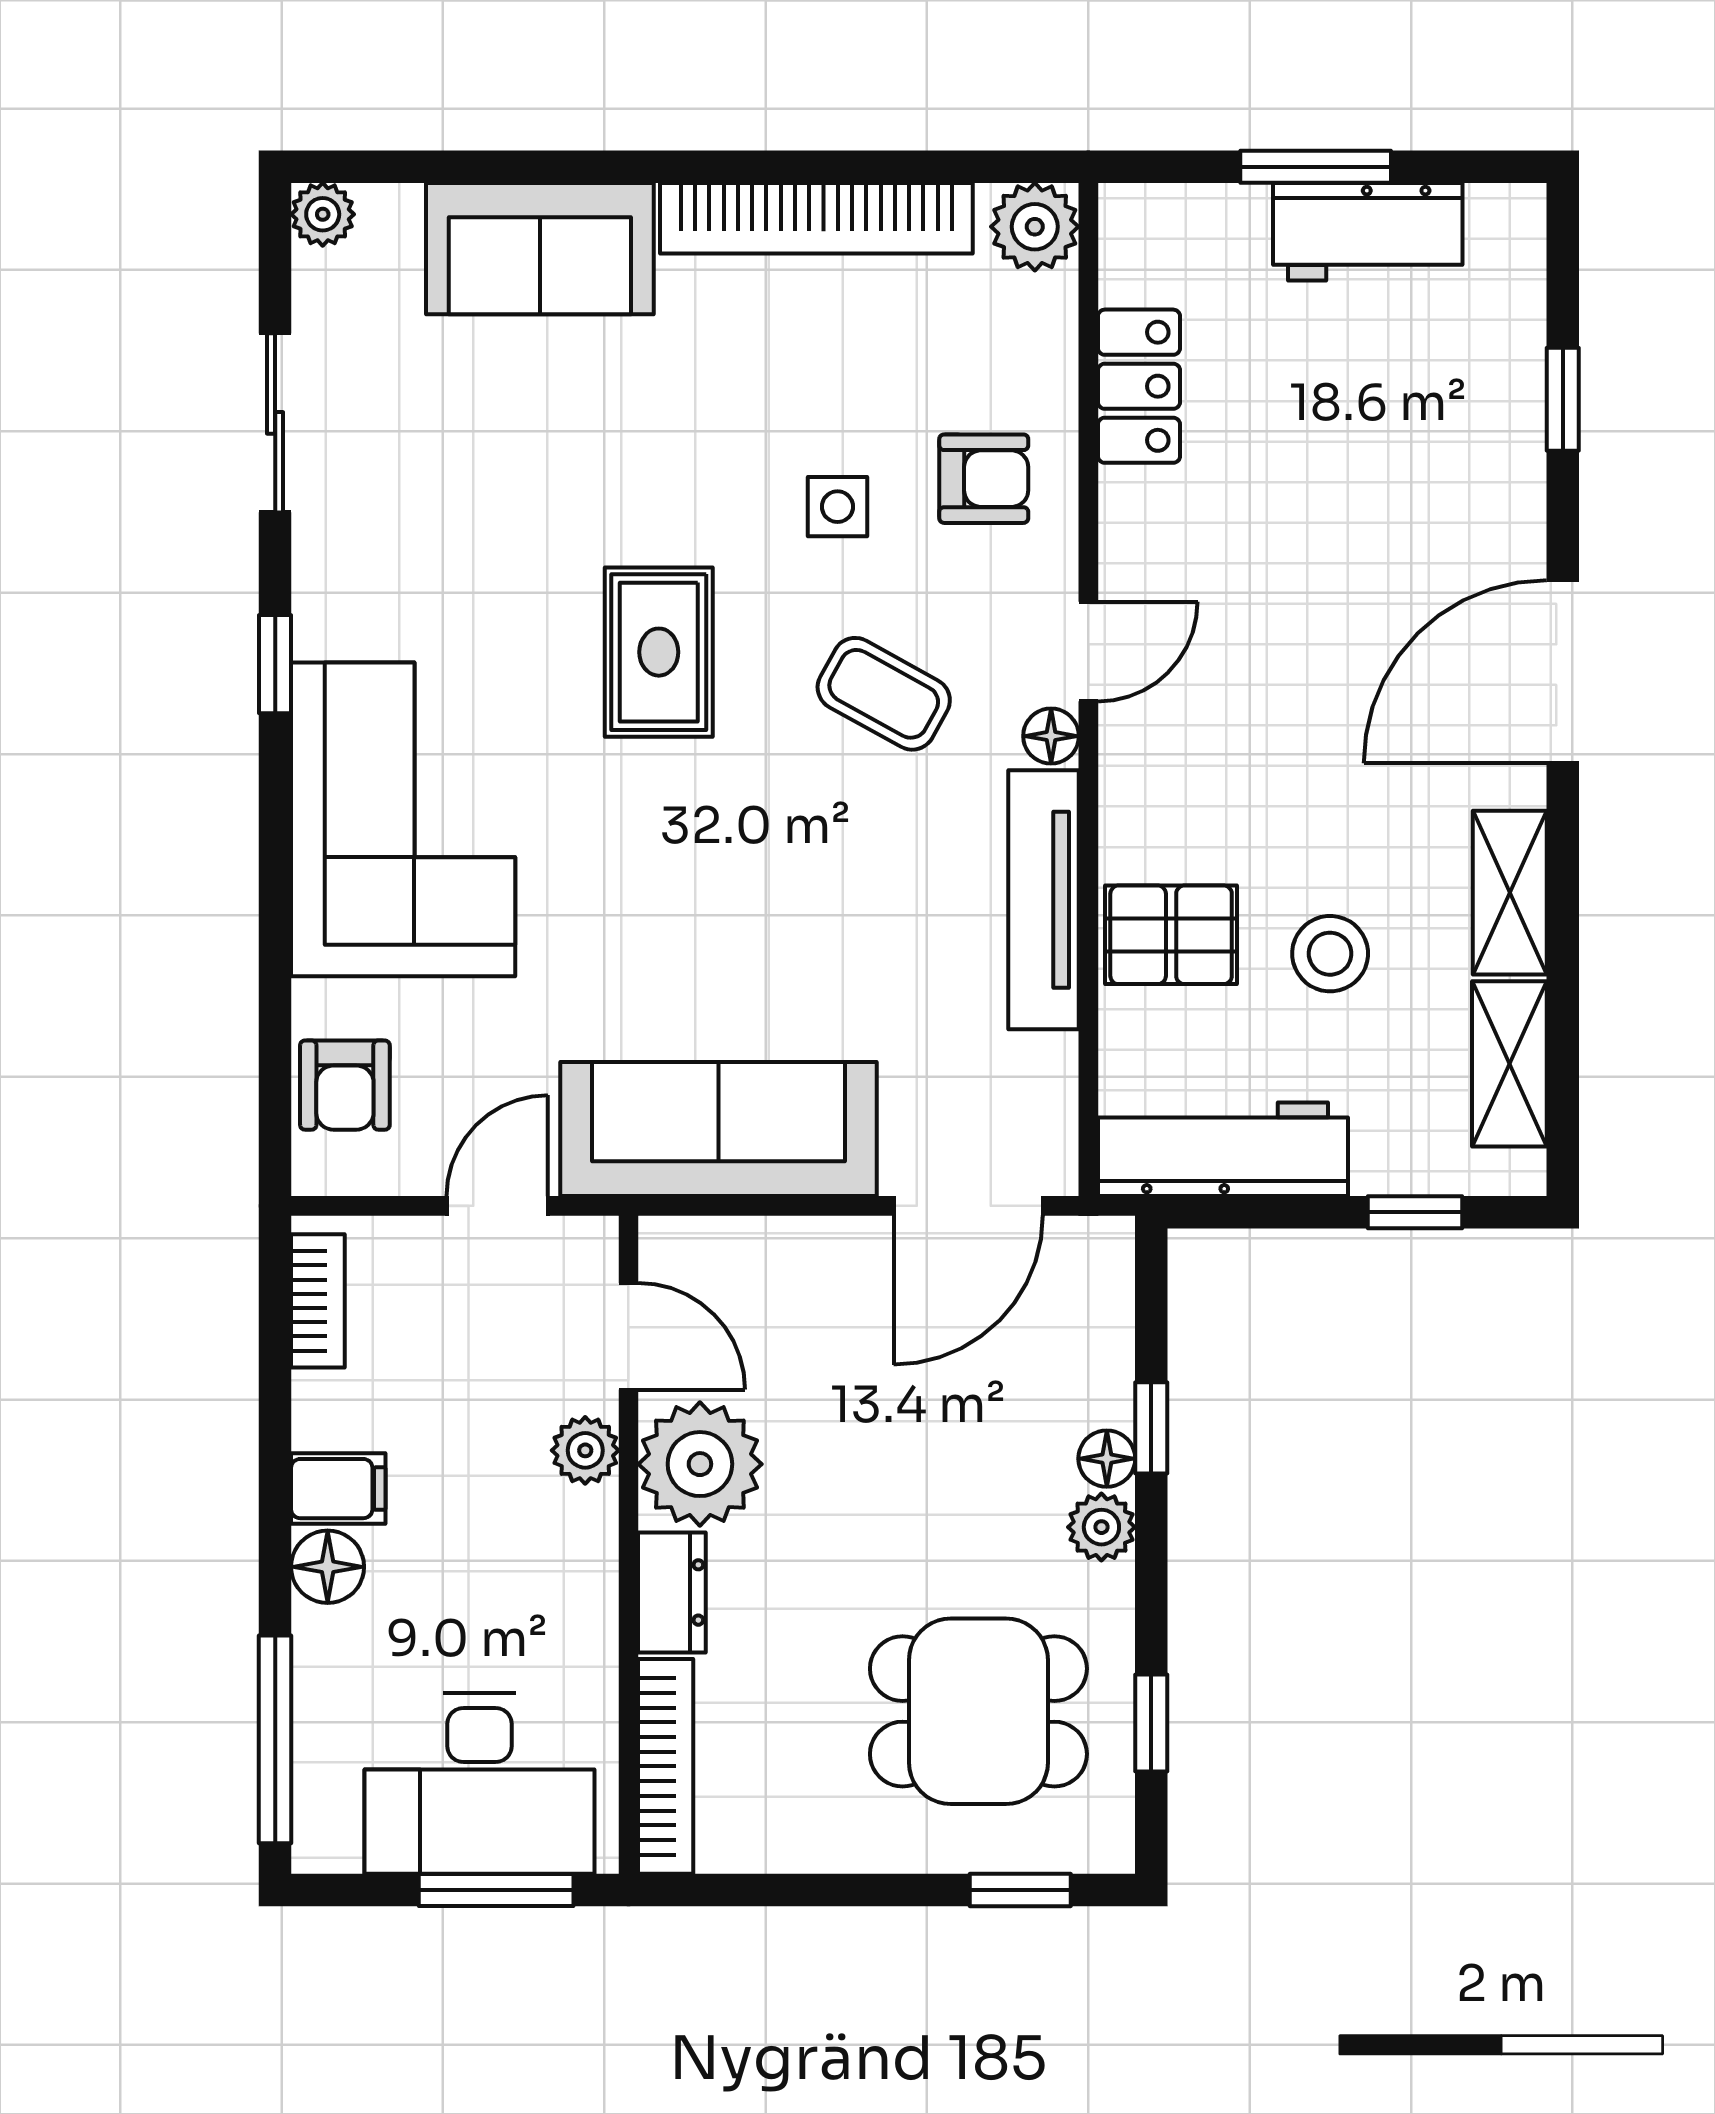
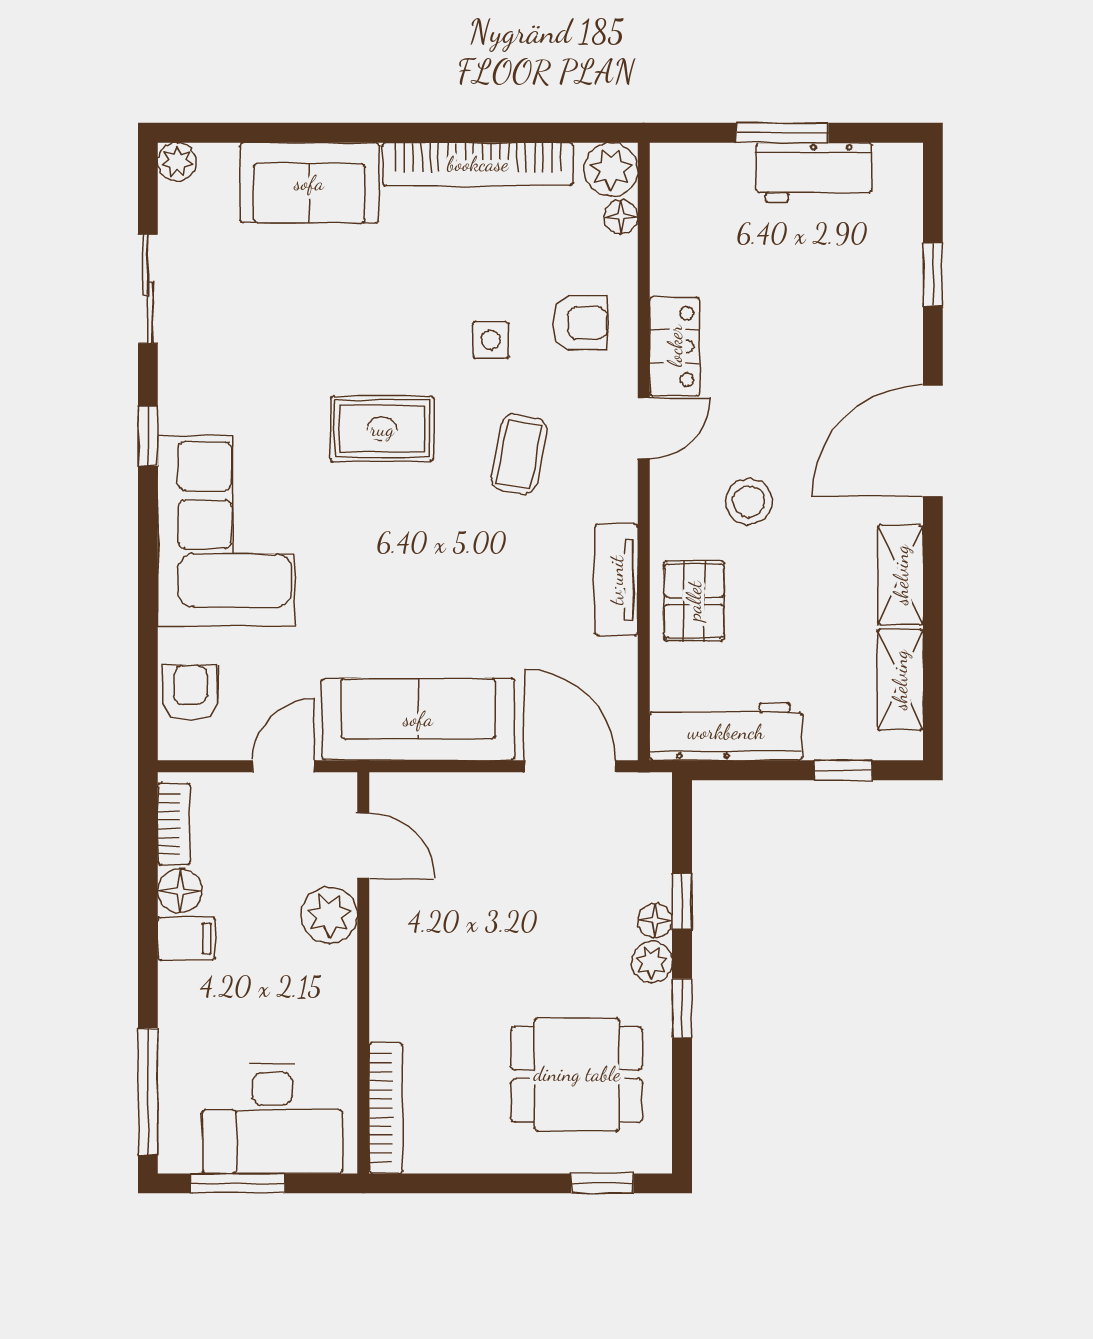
locker: (1139, 386) -> (675, 346), moved
rug: (659, 652) -> (382, 429), turned 90
coffee table: (884, 694) -> (519, 454), turned 72
floor lamp: (1051, 736) -> (621, 217), moved
tv unit: (1044, 900) -> (616, 580), width x0.71
pallet: (1171, 935) -> (694, 601), turned 90
stool: (1330, 954) -> (749, 502), moved
armchair: (345, 1085) -> (190, 693), turned 180
door: (968, 1206) -> (570, 766), swing flipped
plant: (585, 1450) -> (329, 915), width x1.38, depth x1.38
plant: (700, 1464) -> (407, 924), removed
floor lamp: (328, 1567) -> (180, 891), moved
dresser: (672, 1592) -> (390, 1002), removed
window: (1151, 1723) -> (682, 1008), moved
window: (496, 1890) -> (238, 1183), moved

